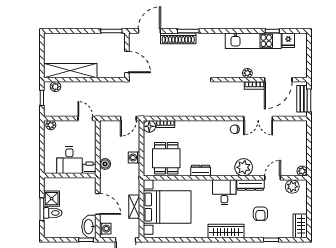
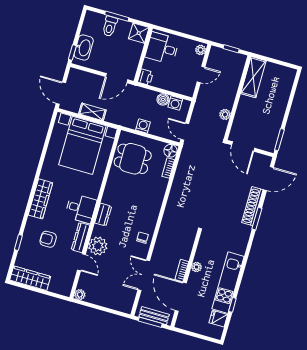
door: (149, 31) -> (268, 179), hinge flipped
door: (127, 62) -> (243, 147), hinge flipped
shelving: (70, 71) -> (253, 77), width x0.68
plant: (55, 87) -> (225, 114), moved
door: (85, 118) -> (201, 75), moved
double door: (258, 118) -> (144, 275), moved
desk: (69, 160) -> (162, 48), moved
boiler: (105, 164) -> (163, 99), moved
plant: (244, 167) -> (98, 246), moved
dresser: (201, 171) -> (103, 215), moved
plant: (292, 187) -> (67, 280), removed
shower: (52, 199) -> (139, 33), moved
door: (98, 204) -> (117, 78), moved
wardrobe: (300, 226) -> (30, 278), width x1.50
washbasin: (89, 227) -> (84, 48), moved, turned 90
washing machine: (105, 229) -> (175, 103), moved

